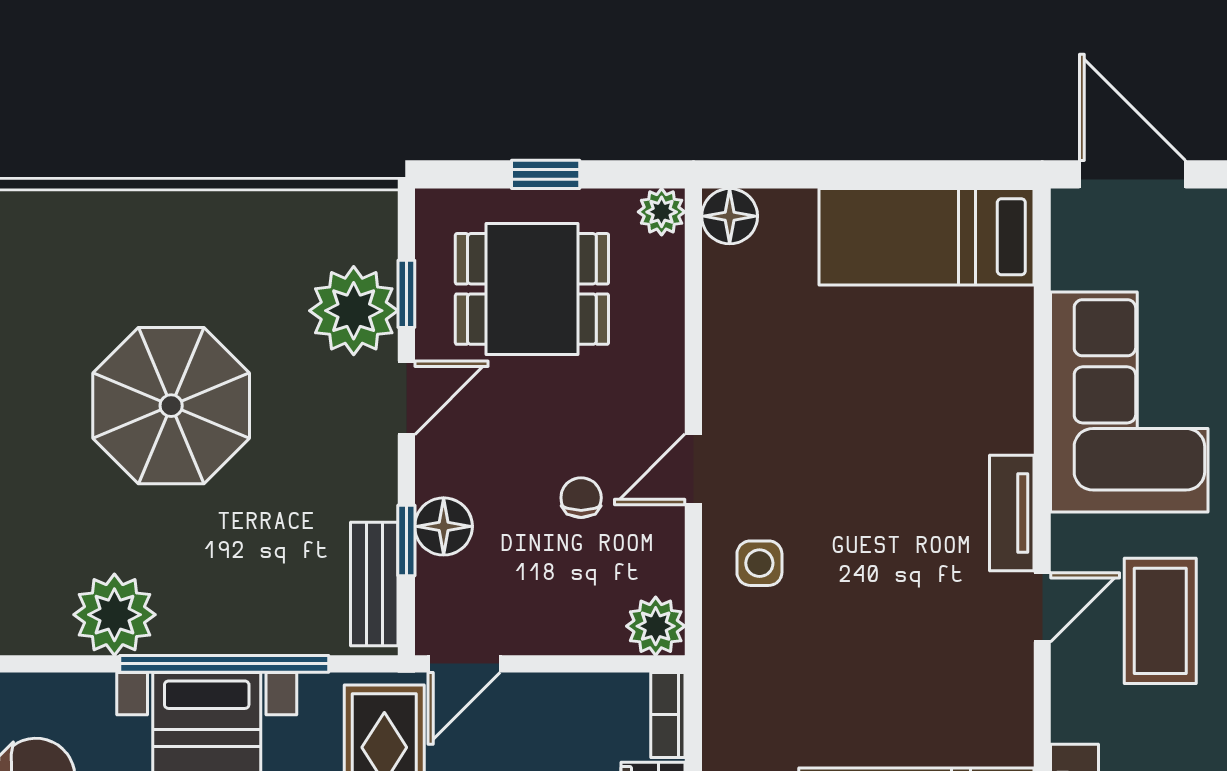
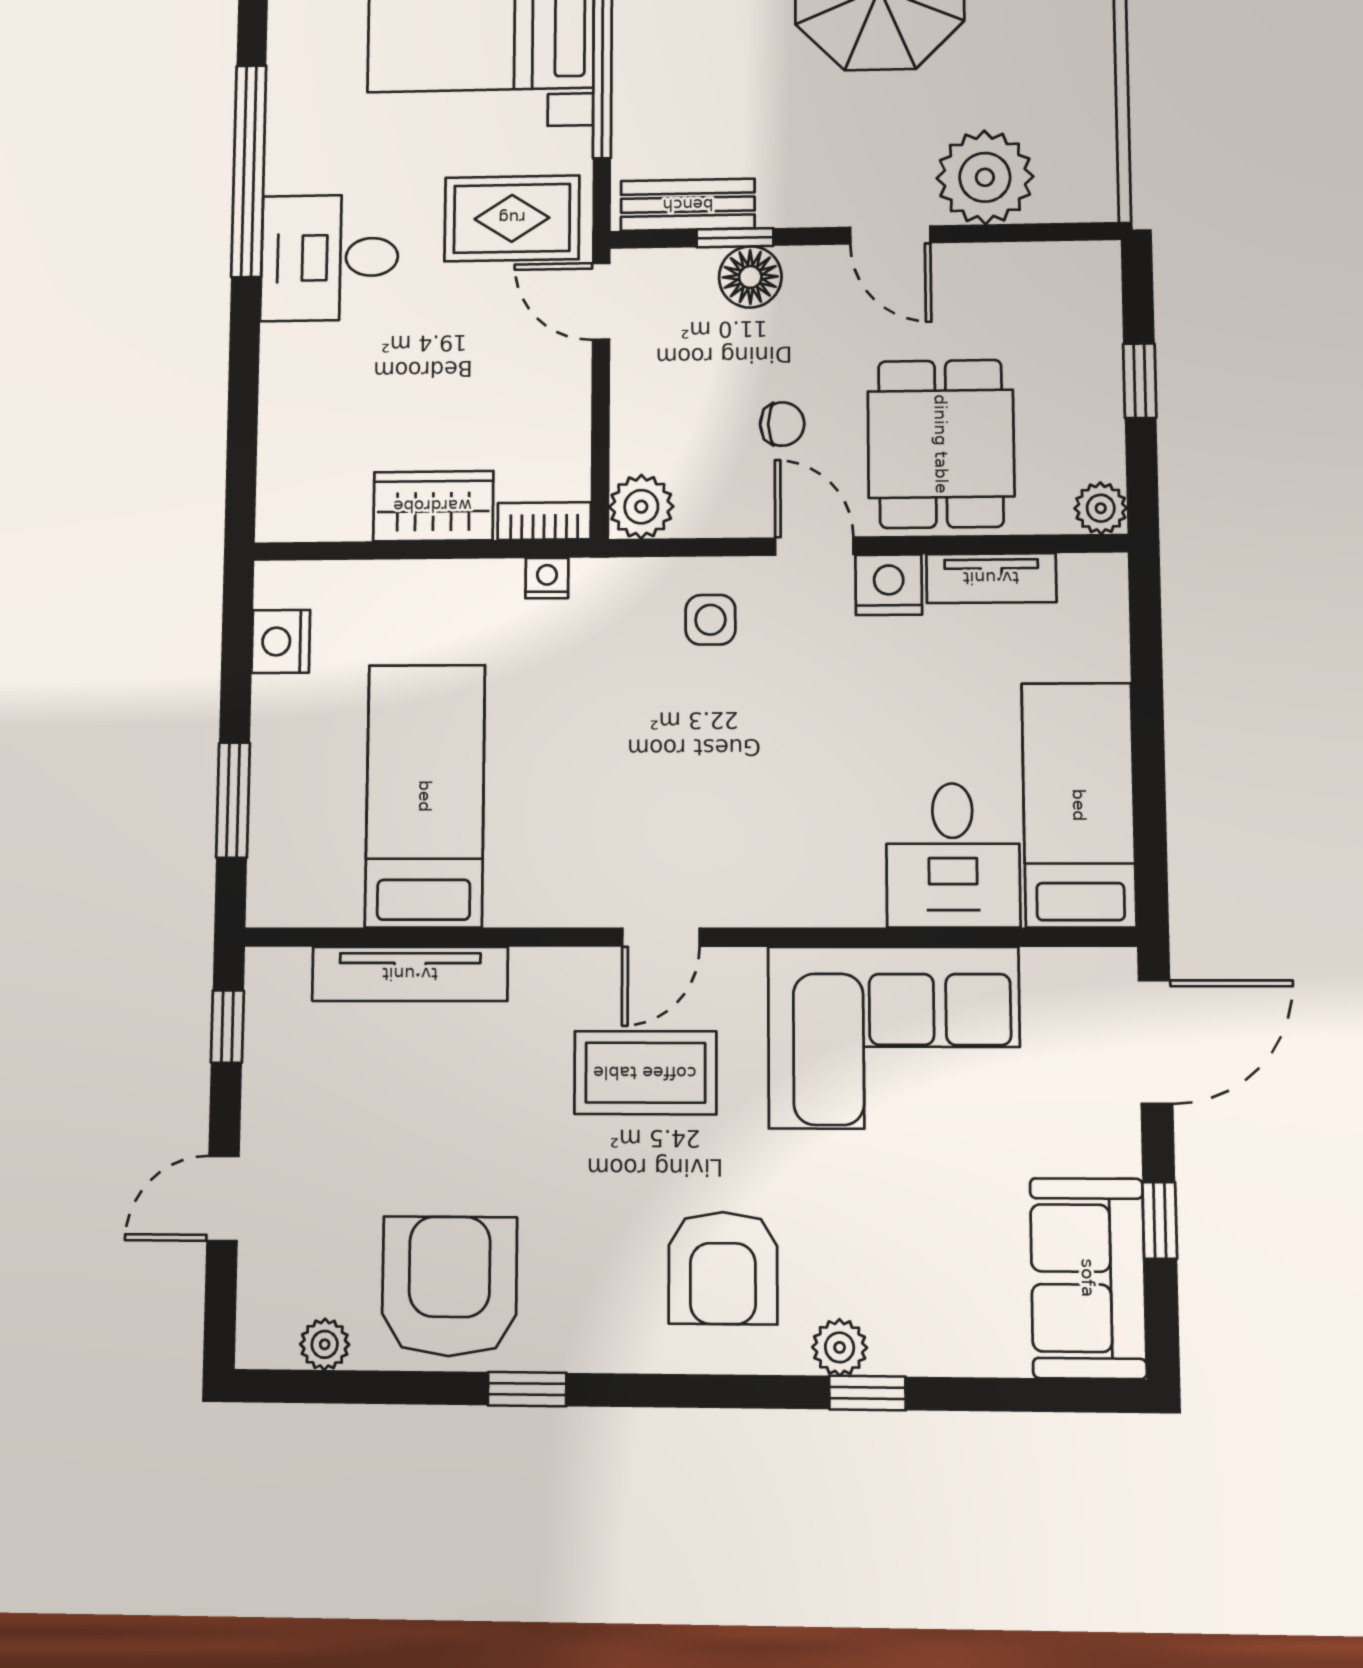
floor lamp: (730, 216) -> (1097, 584), removed
dining table: (532, 289) -> (941, 444), moved
window: (406, 294) -> (1004, 233), removed
desk: (971, 348) -> (953, 855), added
nightstand: (729, 402) -> (889, 585), added
tv unit: (1012, 513) -> (991, 578), moved, turned 180
door: (1042, 607) -> (661, 937), hinge flipped
nightstand: (720, 712) -> (547, 578), added

